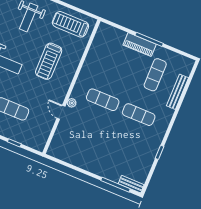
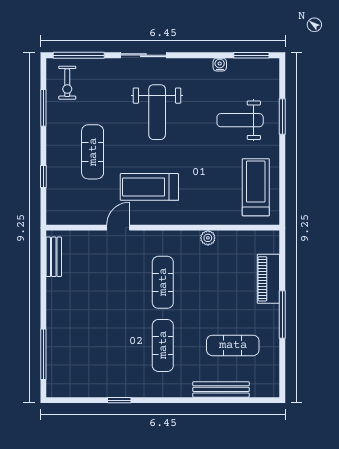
piano: (140, 45) -> (268, 279), moved
treadmill: (49, 61) -> (149, 187), moved
plant: (72, 103) -> (208, 238), moved
bench: (131, 184) -> (54, 257), moved

